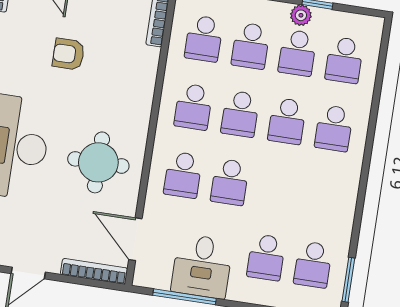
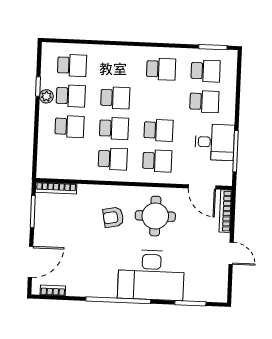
school desk: (204, 39) -> (68, 157), removed
armchair: (69, 54) -> (113, 217), moved, turned 79
school desk: (334, 128) -> (161, 69), moved
door: (135, 239) -> (202, 187), hinge flipped

